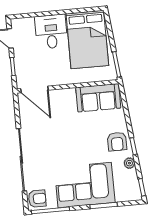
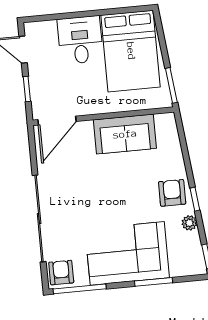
door: (34, 89) -> (57, 121), hinge flipped
sofa: (98, 98) -> (125, 134), moved
armchair: (117, 142) -> (172, 193), turned 180
armchair: (37, 199) -> (61, 273), turned -90

